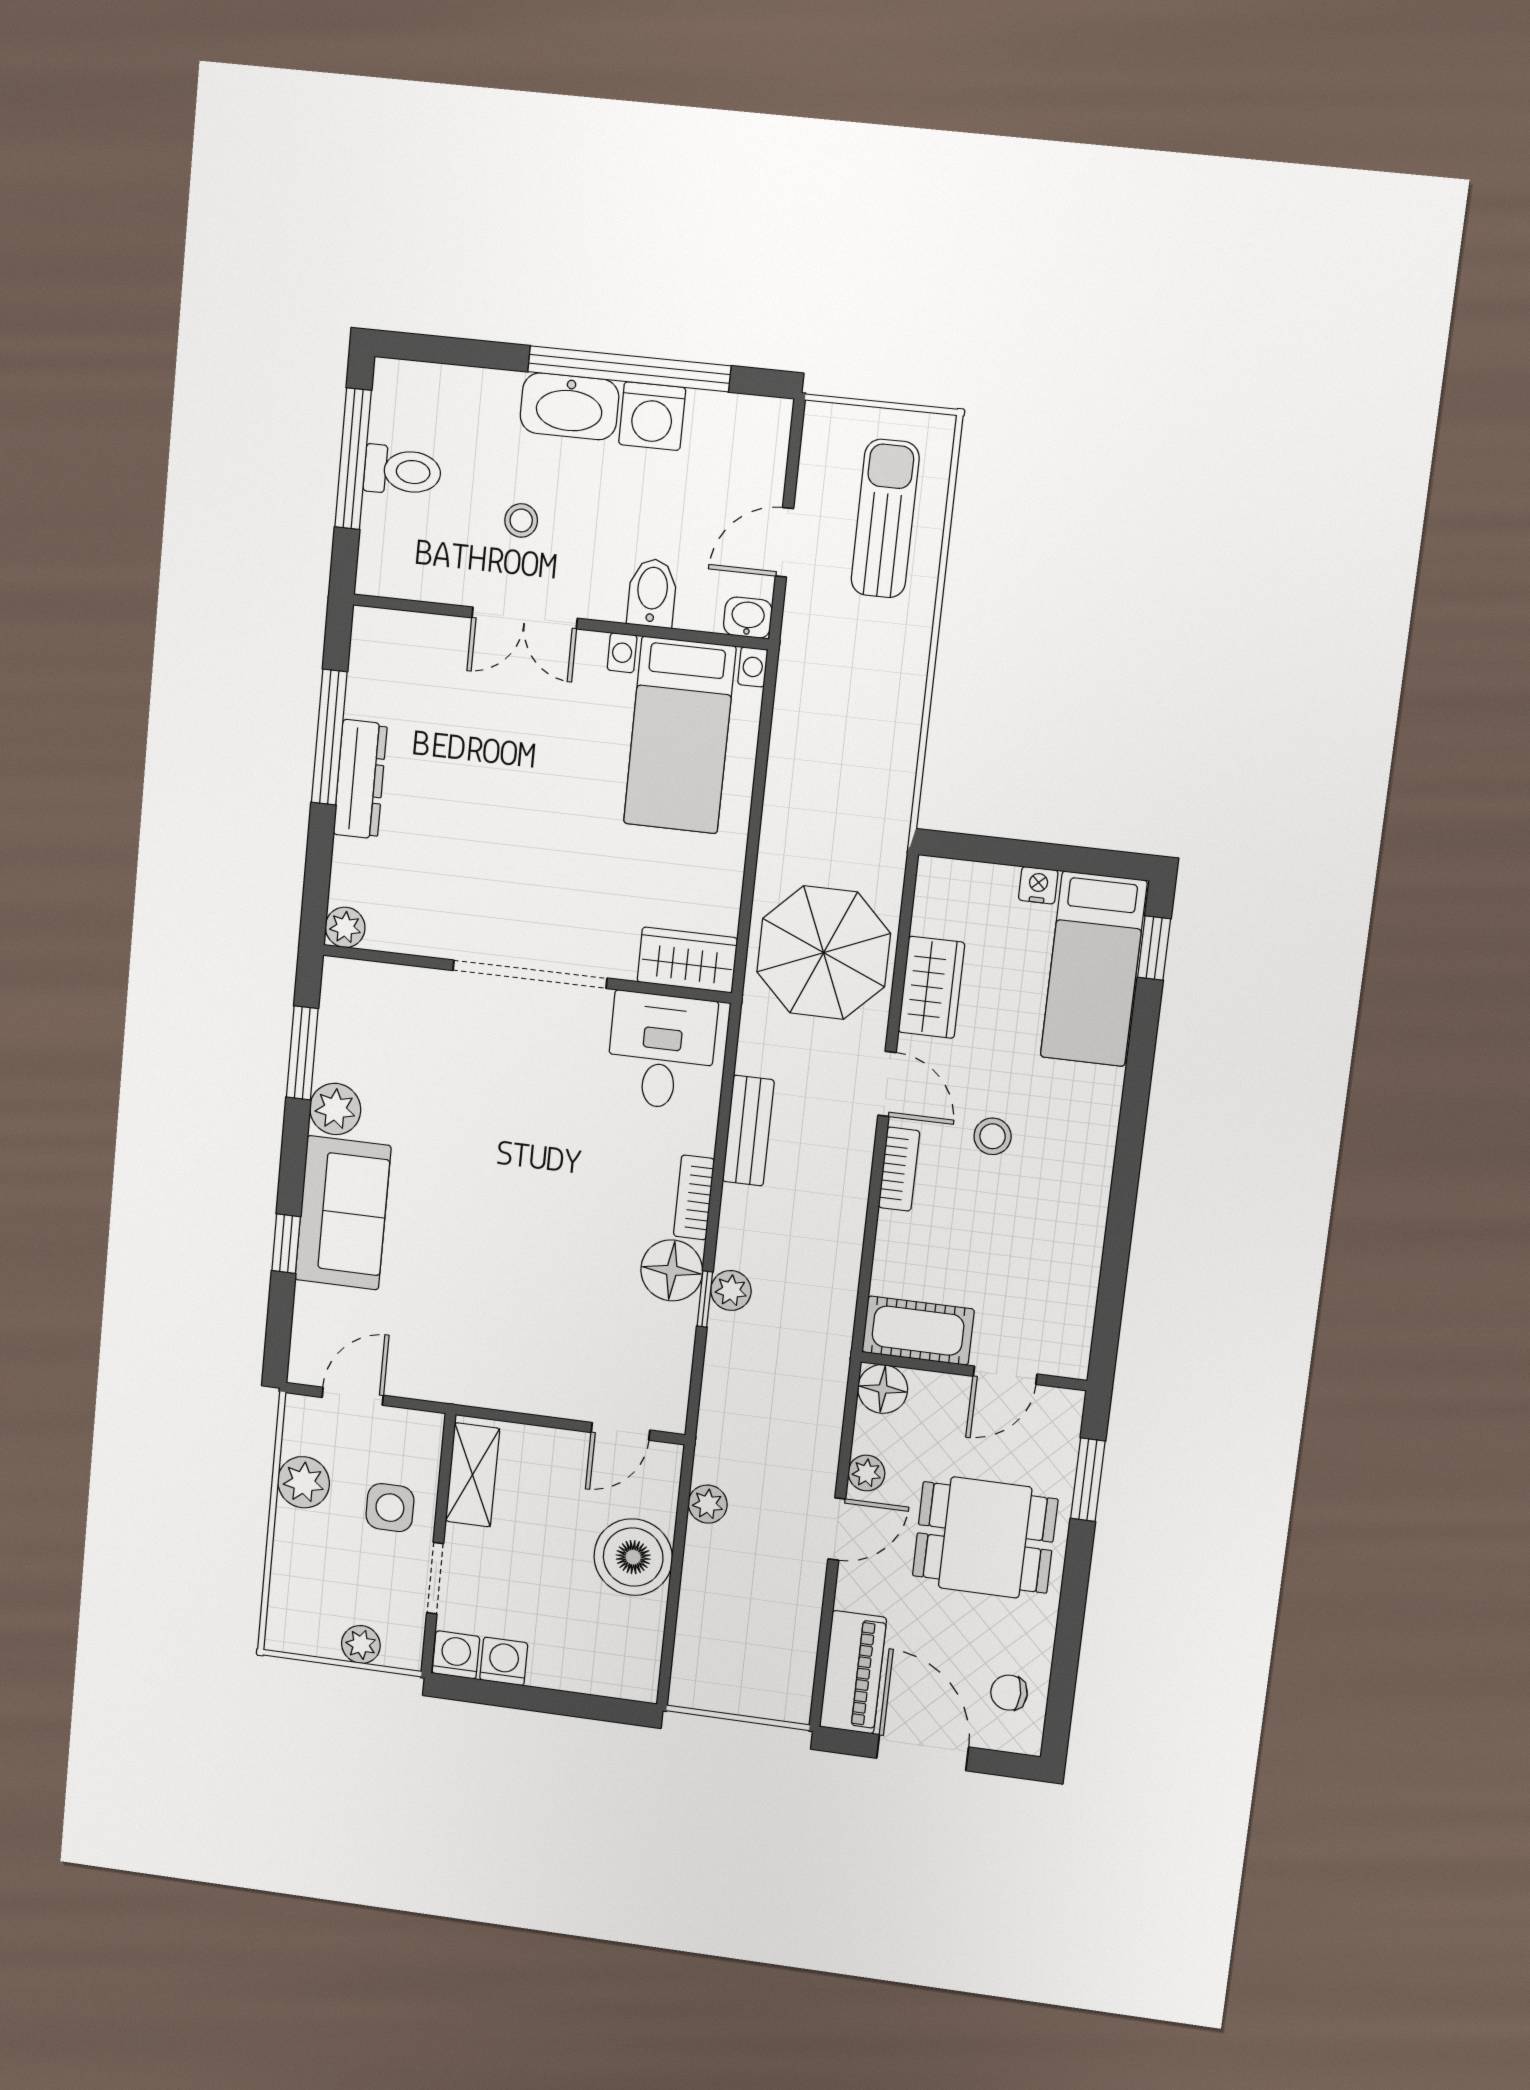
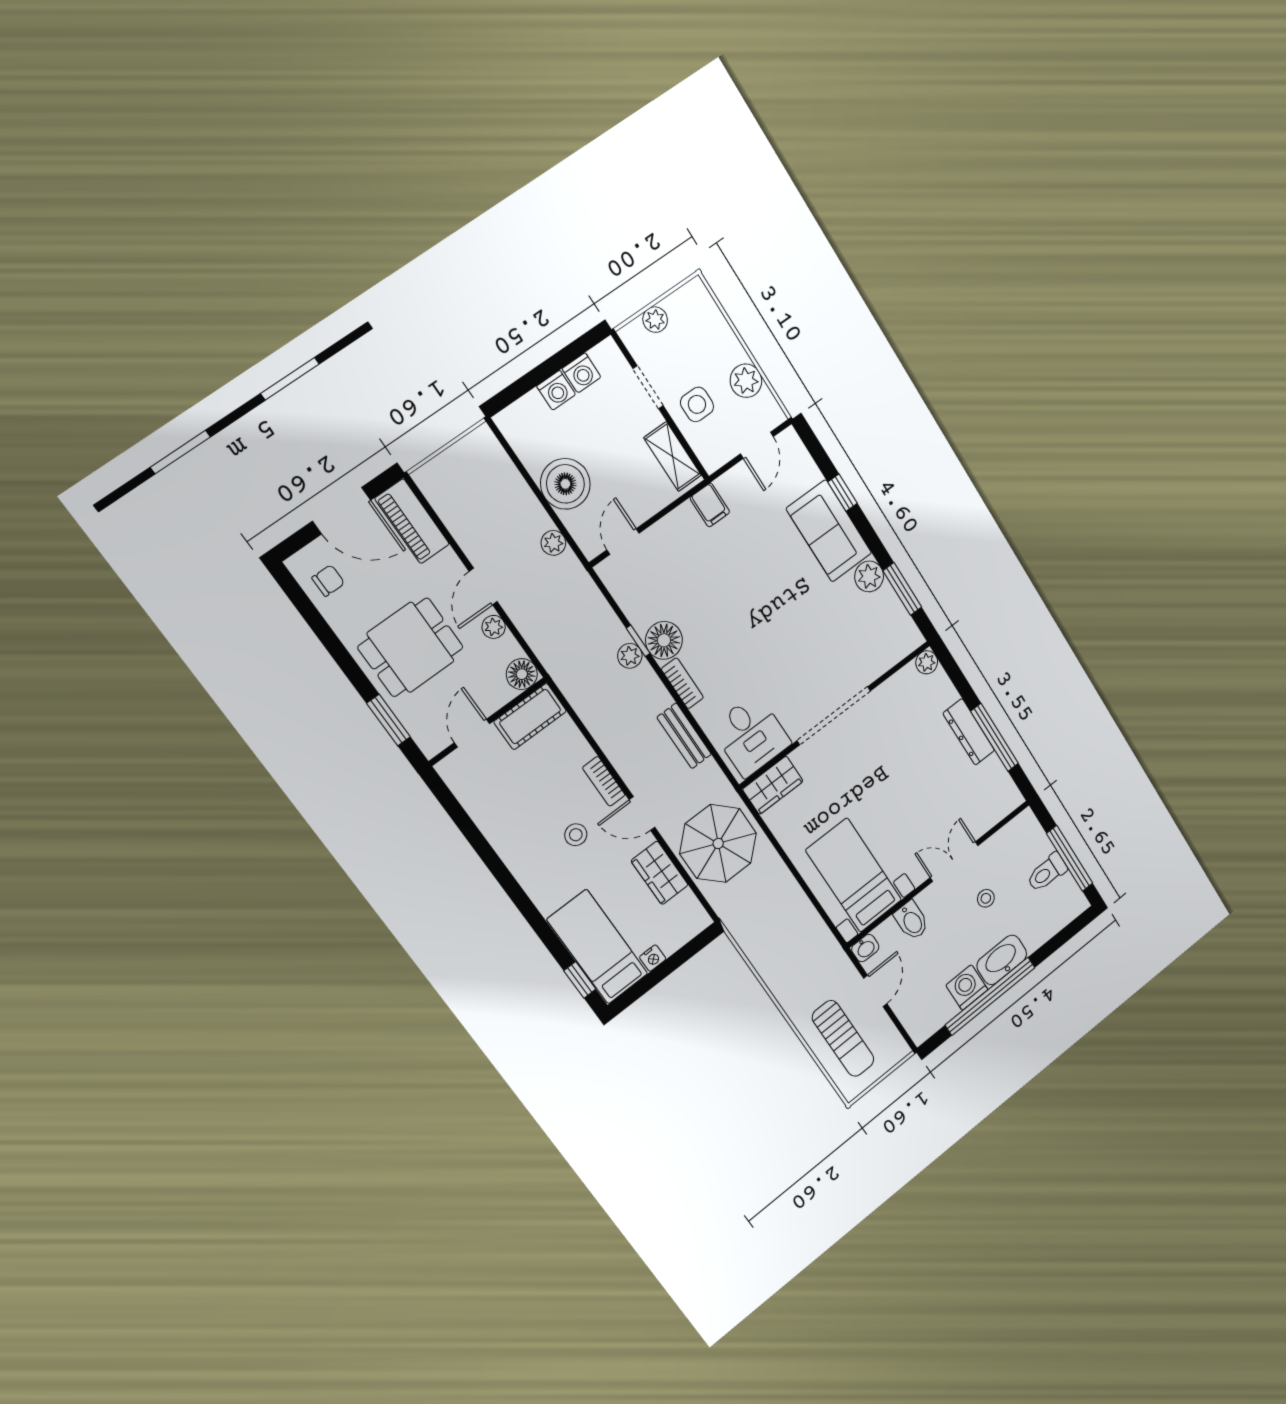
filing cabinet: (474, 1379) -> (710, 505), added
washing machine: (456, 1655) -> (556, 390), moved

